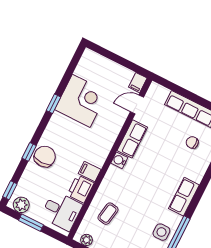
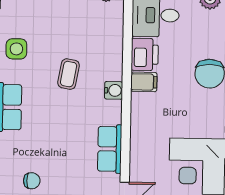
water cooler: (119, 160) -> (114, 90), moved
coffee table: (108, 214) -> (69, 74), moved

